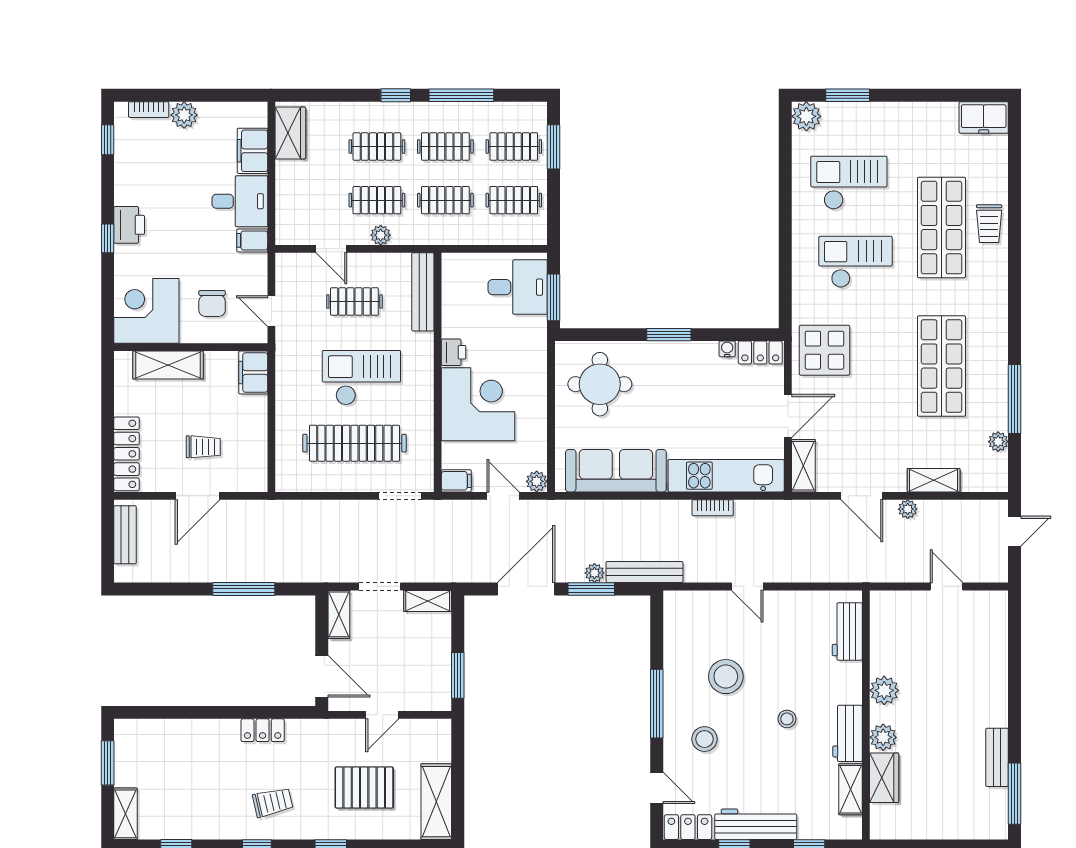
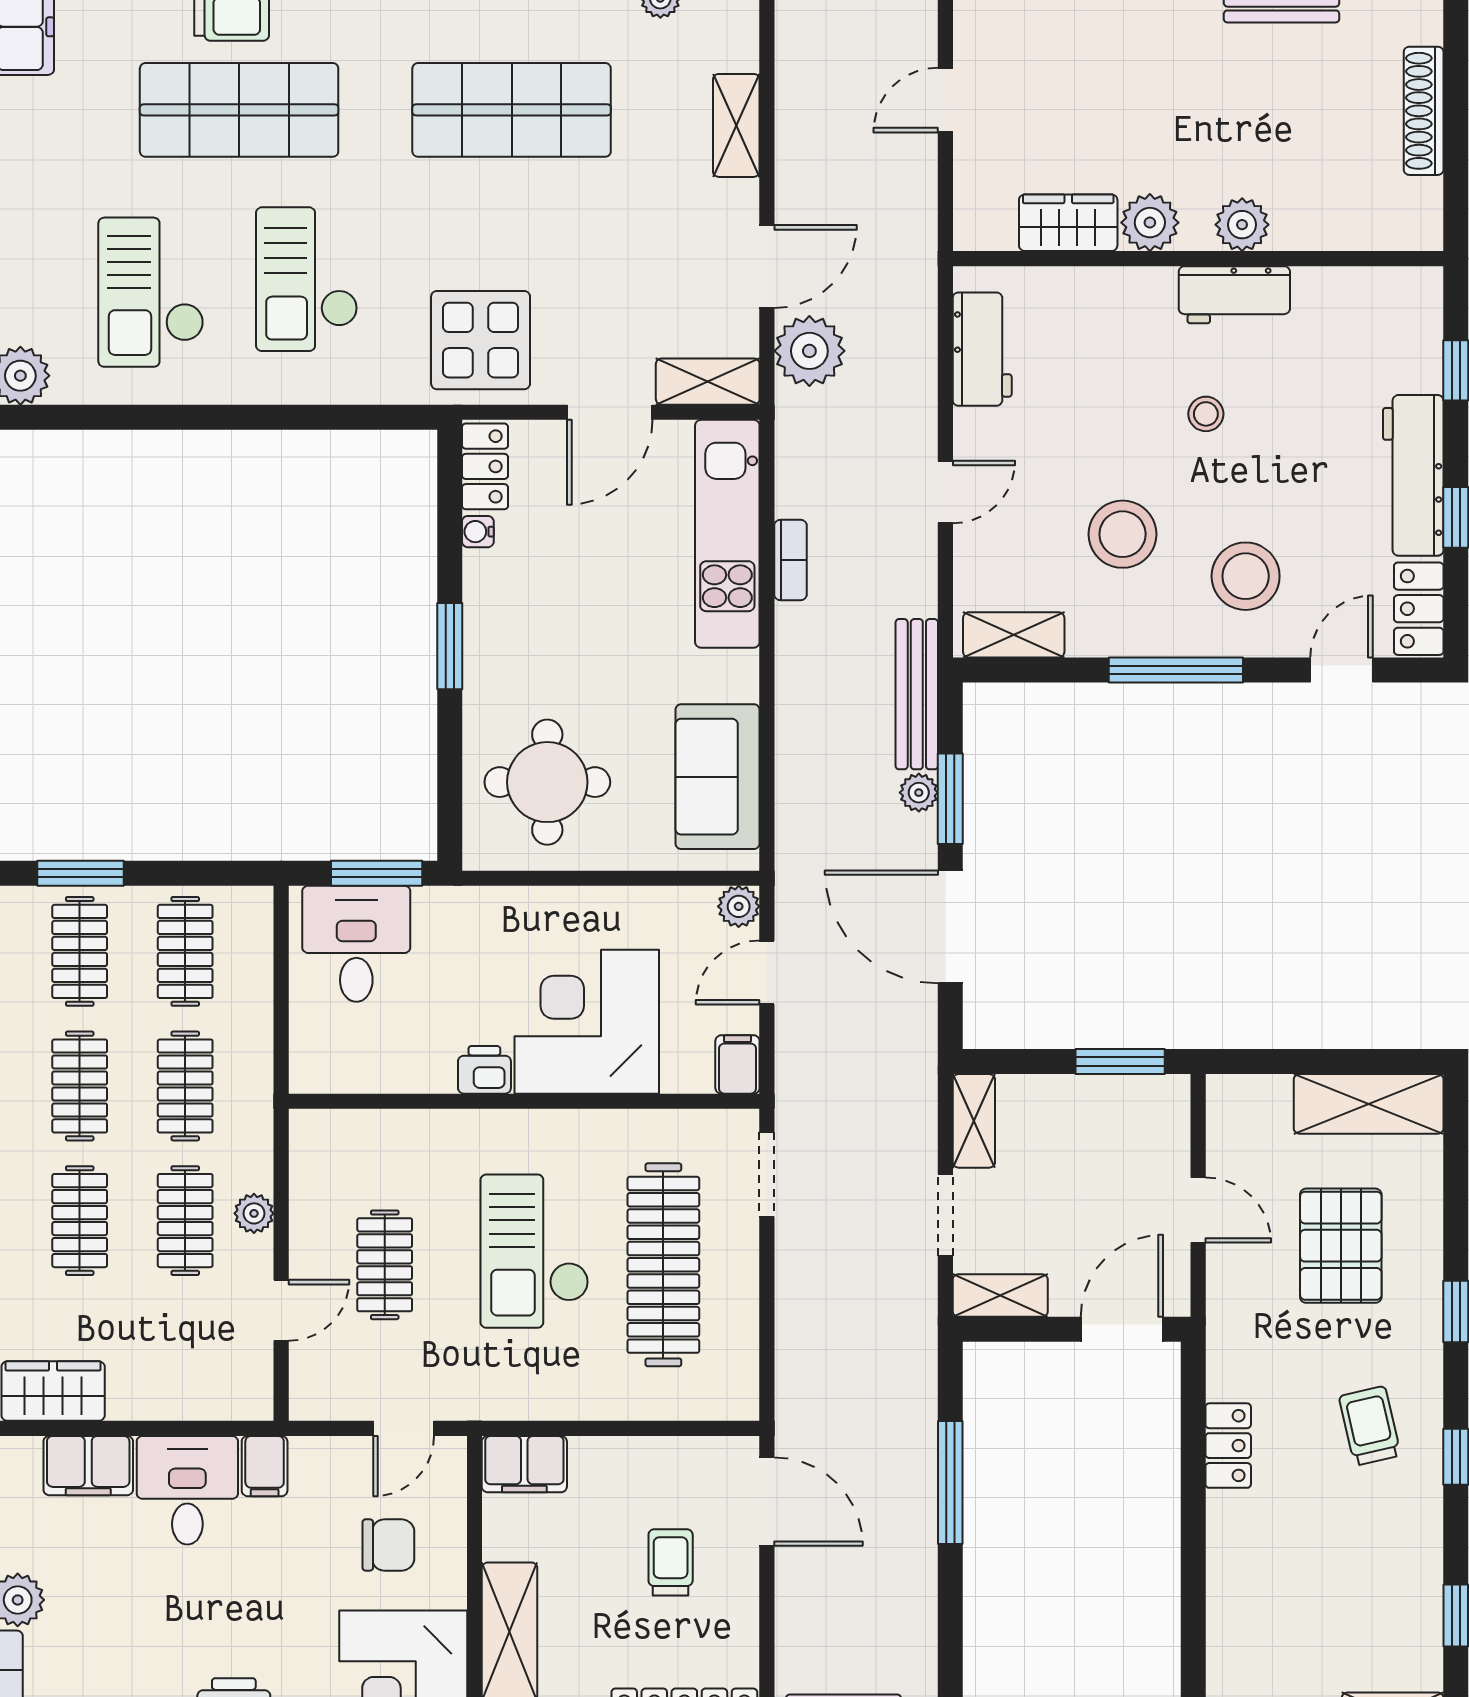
bench: (423, 292) -> (366, 1130), removed
door: (788, 416) -> (610, 412), swing flipped
sofa: (616, 471) -> (718, 777), width x0.73
door: (198, 496) -> (767, 1502), moved
plant: (908, 509) -> (809, 351), moved, width x1.88, depth x1.88
workbench: (847, 632) -> (982, 349), moved, turned -90
stool: (704, 739) -> (1246, 576), width x1.38, depth x1.38
wardrobe: (884, 778) -> (1068, 223), moved
shelving: (851, 789) -> (1014, 635), moved
shoe rack: (941, 830) -> (1424, 111), added

